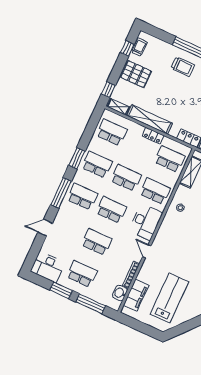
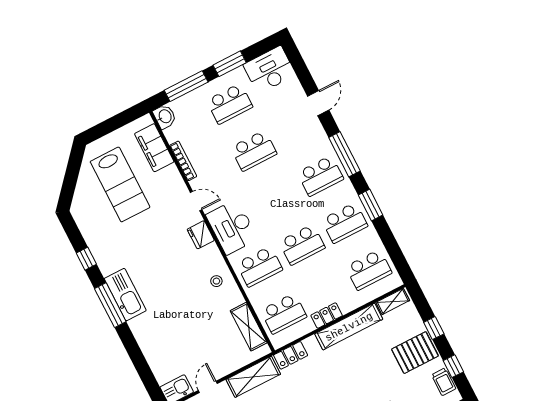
window: (108, 90) -> (434, 328), moved
school desk: (111, 210) -> (278, 198), removed
fridge: (163, 235) -> (201, 235), added
washbasin: (120, 293) -> (165, 117), moved

